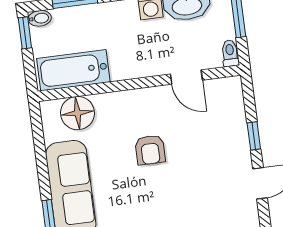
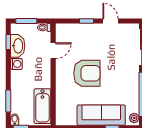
floor lamp: (78, 113) -> (64, 107), removed
armchair: (150, 150) -> (87, 73), width x1.88, depth x1.88

